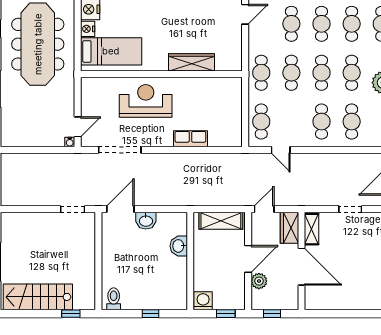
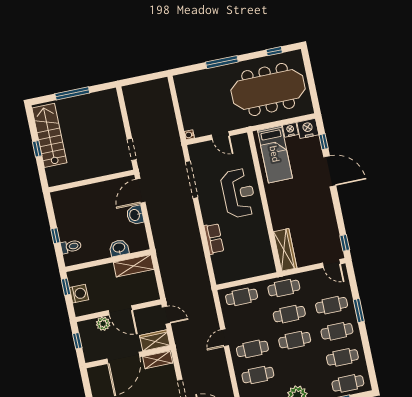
wardrobe: (192, 62) -> (285, 250), moved
cafe table: (352, 73) -> (300, 366), removed
door: (78, 127) -> (220, 135), moved
door: (281, 150) -> (225, 338), moved
door: (120, 209) -> (140, 191), swing flipped
shelving: (221, 221) -> (134, 266), moved, turned 90
toilet: (114, 299) -> (71, 247), moved
washing machine: (203, 301) -> (79, 294), moved
window: (71, 314) -> (37, 149), moved
window: (226, 314) -> (66, 287), moved

